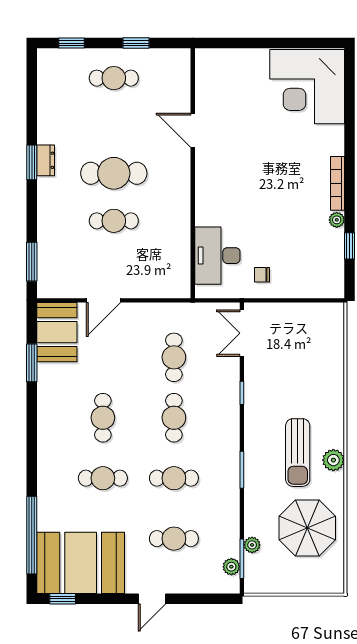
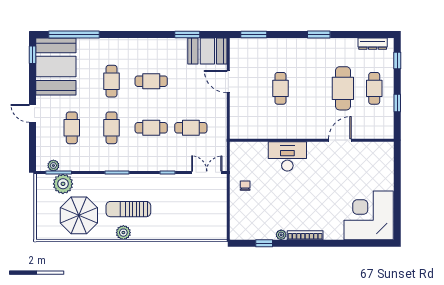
dresser: (46, 160) -> (373, 44), moved, width x1.44
cafe table: (114, 173) -> (343, 88), moved
desk: (217, 256) -> (287, 156), moved
plant: (252, 545) -> (63, 184), width x1.88, depth x1.88

